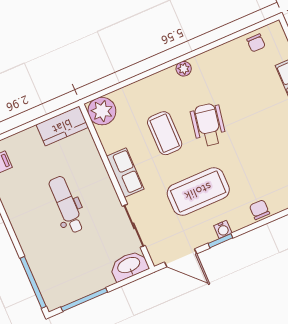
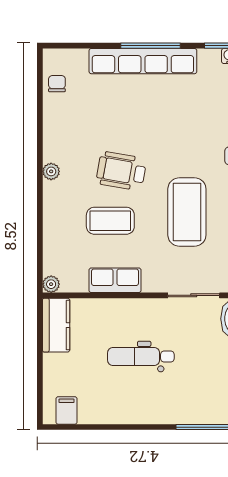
chair: (256, 43) -> (57, 84), turned -90
plant: (102, 111) -> (51, 284), width x0.53, depth x0.53
row of seats: (125, 173) -> (115, 280), moved

